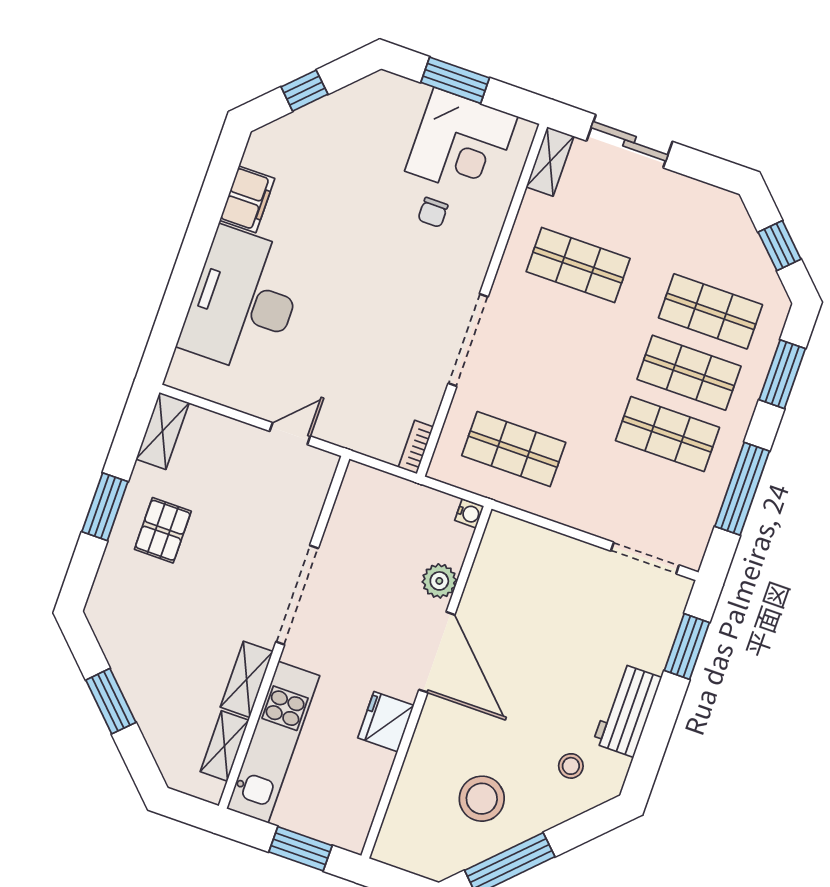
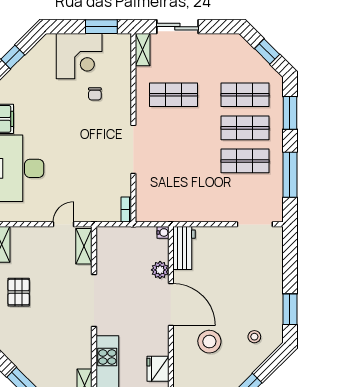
window: (455, 80) -> (101, 27), moved
corner desk: (461, 144) -> (79, 56), moved
shop shelf: (514, 449) -> (174, 194), removed
window: (687, 646) -> (290, 309), moved
shelving: (247, 679) -> (84, 246), moved
workbench: (627, 710) -> (184, 248), moved, turned 180
fridge: (386, 722) -> (158, 369), moved
stool: (482, 799) -> (209, 342), moved

